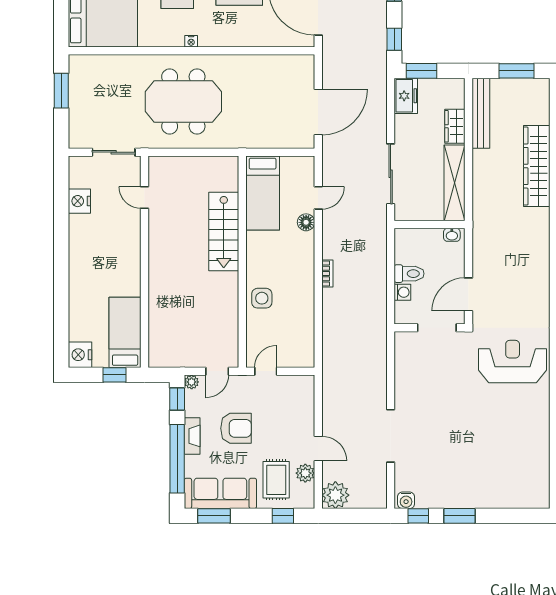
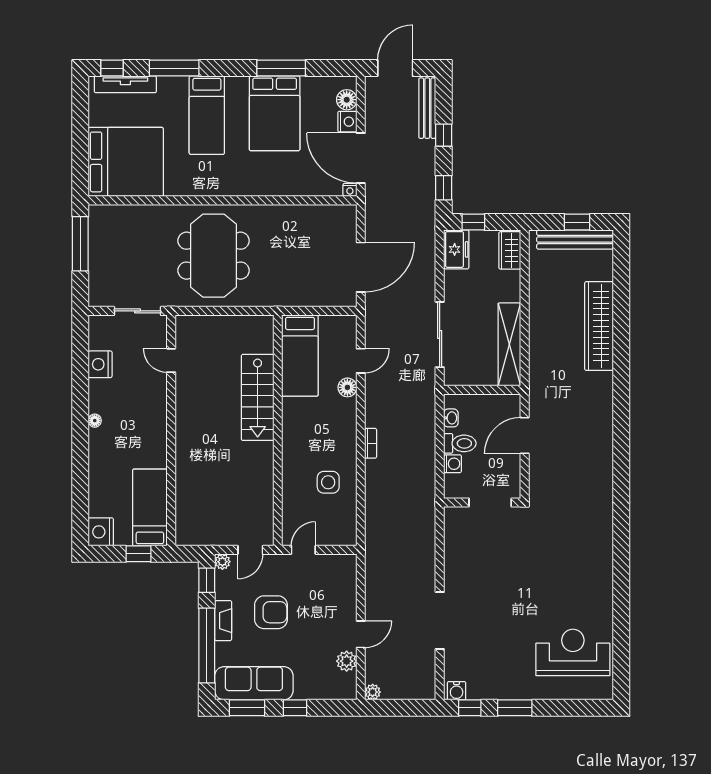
nightstand: (191, 41) -> (350, 190), moved
window: (421, 71) -> (473, 222), width x0.67
window: (516, 71) -> (577, 222), width x0.67
window: (61, 91) -> (80, 244), width x1.44
meeting table: (183, 101) -> (214, 256), turned 90
bench: (481, 113) -> (575, 240), moved, turned 90
wardrobe: (455, 126) -> (510, 250), moved
washbasin: (452, 235) -> (451, 418), moved, turned -90
floor lamp: (74, 253) -> (95, 421), added
door: (468, 294) -> (525, 436), moved
side table: (262, 298) -> (328, 482), moved
reception desk: (513, 362) -> (573, 652), moved
door: (318, 449) -> (361, 634), hinge flipped
rug: (276, 480) -> (315, 668), removed
plant: (335, 495) -> (373, 692), width x0.53, depth x0.53
window: (283, 516) -> (295, 708), moved

